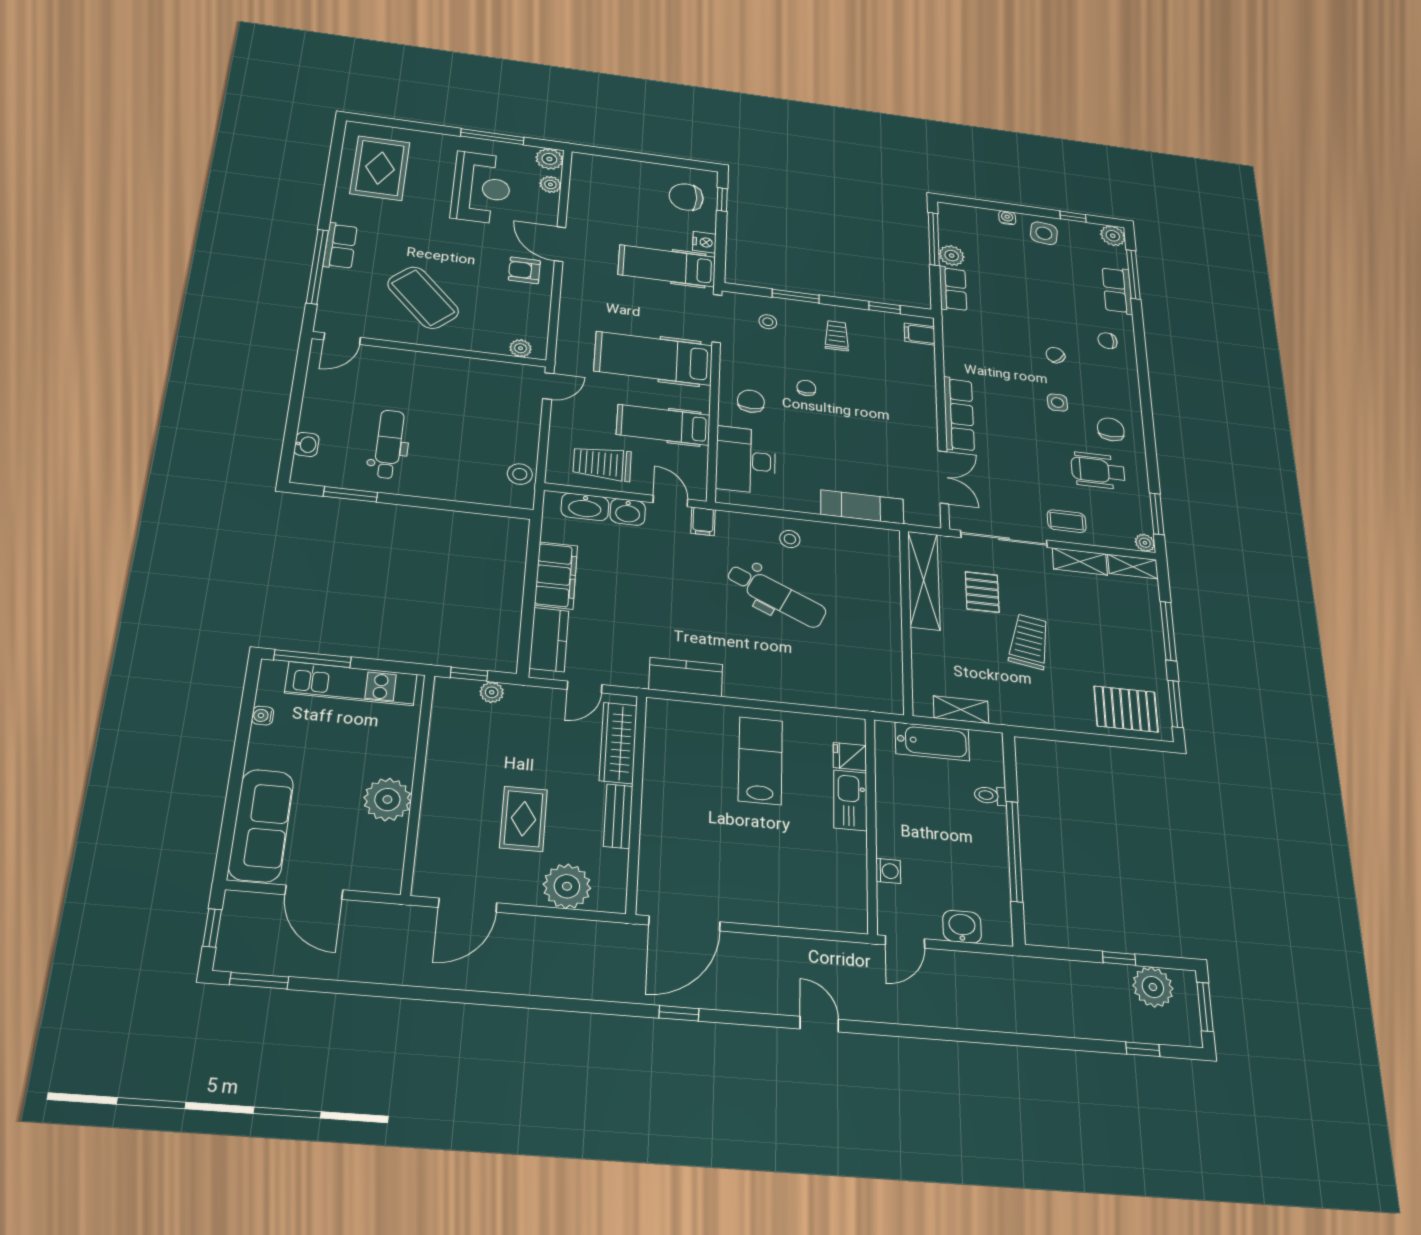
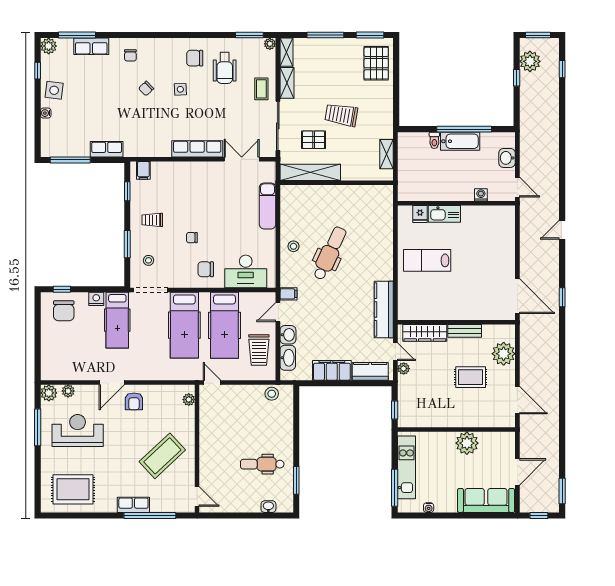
plant: (952, 256) -> (81, 149), removed
hospital bed: (663, 425) -> (224, 325), width x1.37, depth x1.29
kitchen counter: (686, 677) -> (384, 309), width x1.50
plant: (492, 692) -> (404, 369), moved
bathtub: (932, 741) -> (460, 141), moved, turned 90

